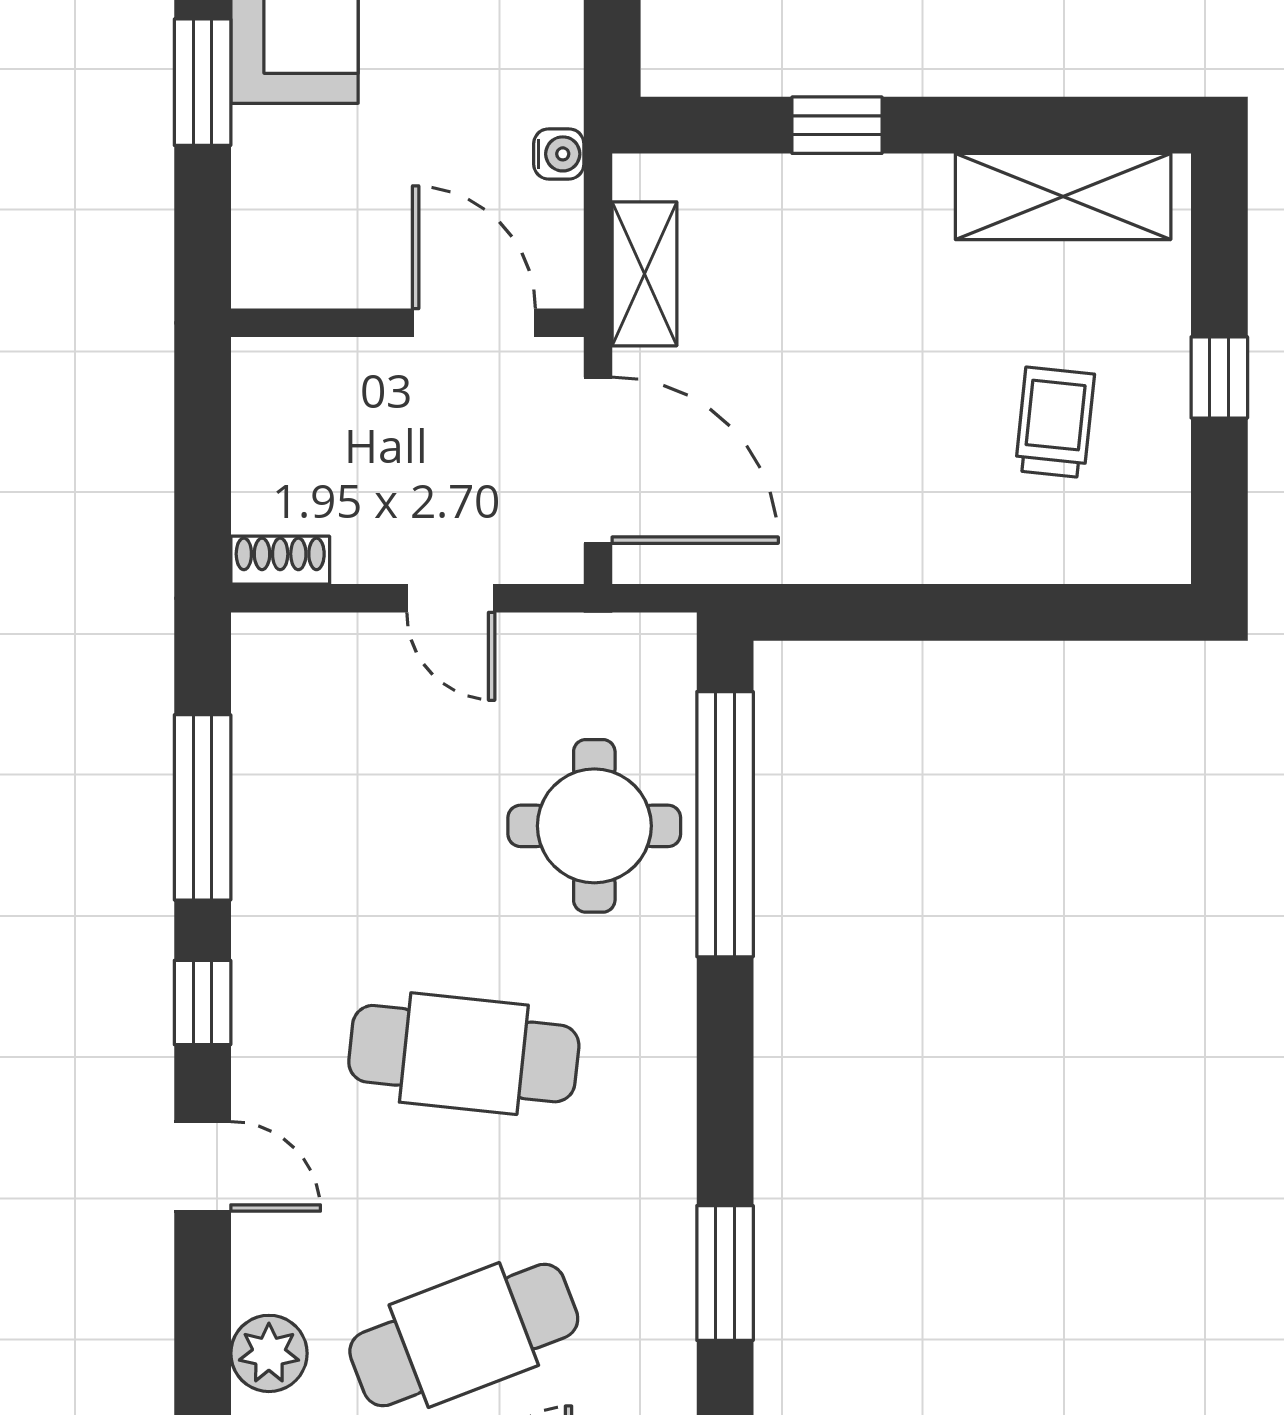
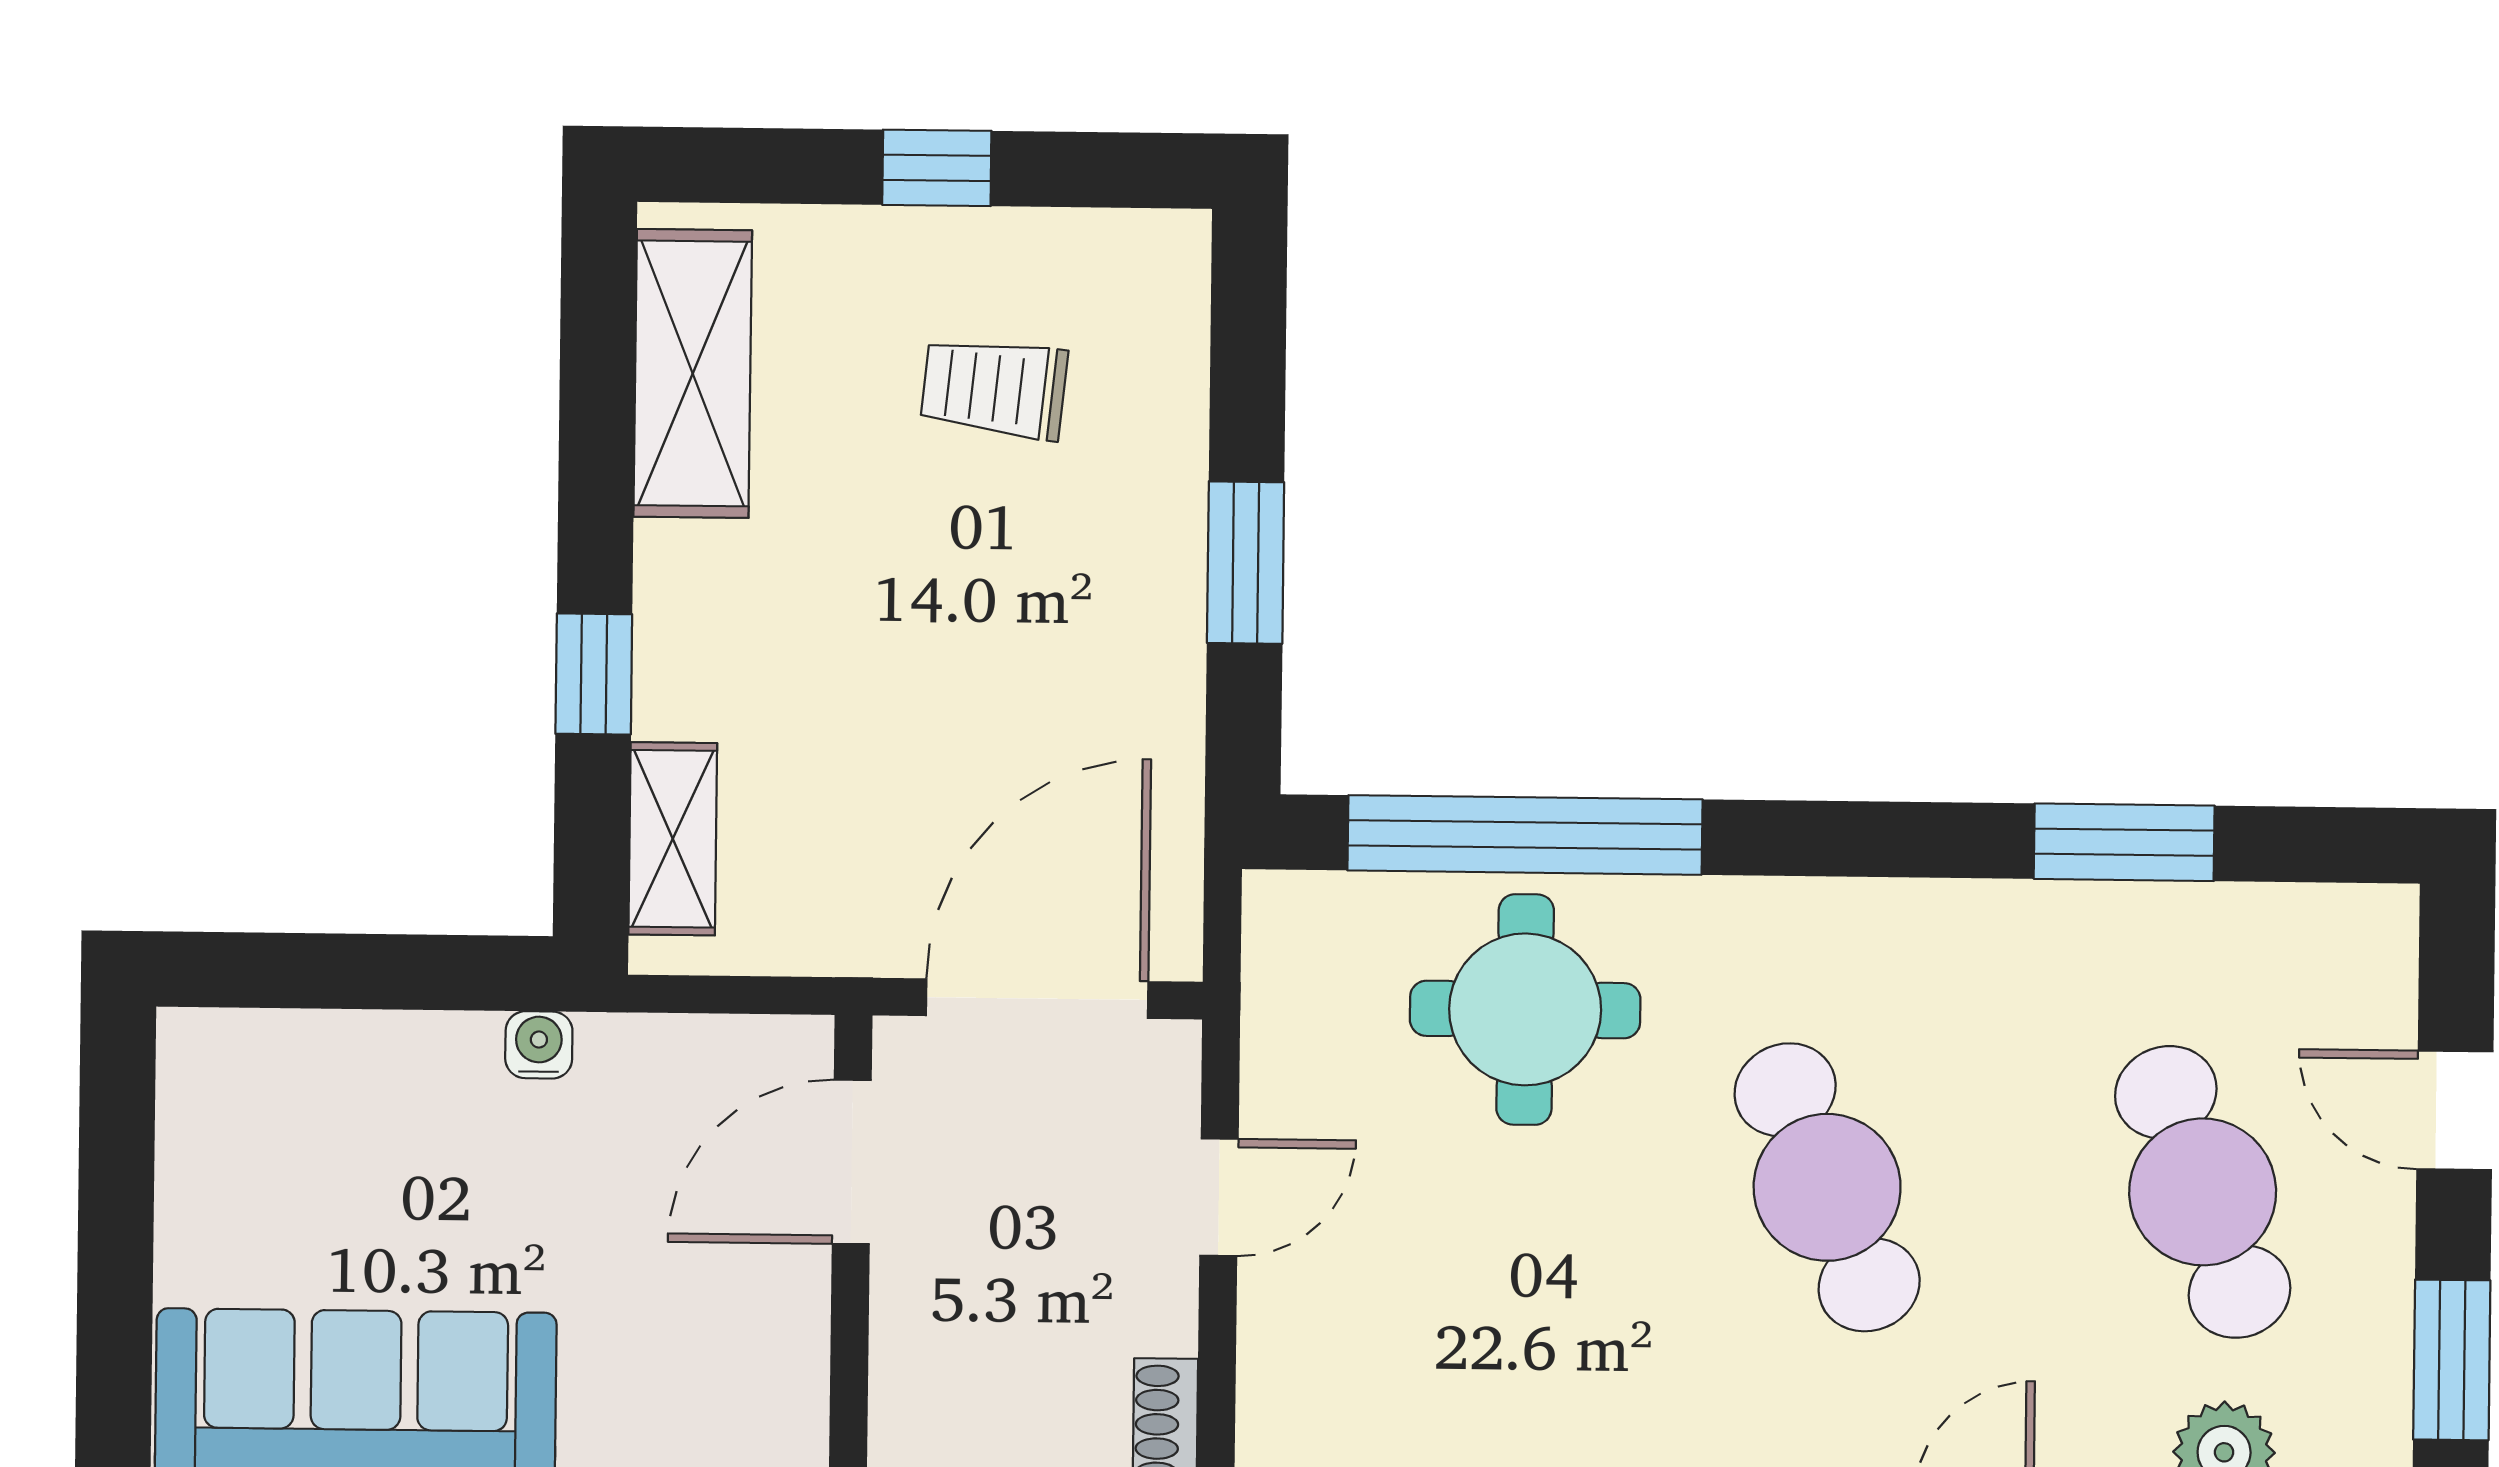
water cooler: (559, 154) -> (539, 1045), moved
shelving: (644, 274) -> (673, 839), moved, turned 90
window: (926, 612) -> (1246, 563), added
cafe table: (464, 1054) -> (1827, 1187), turned -30

